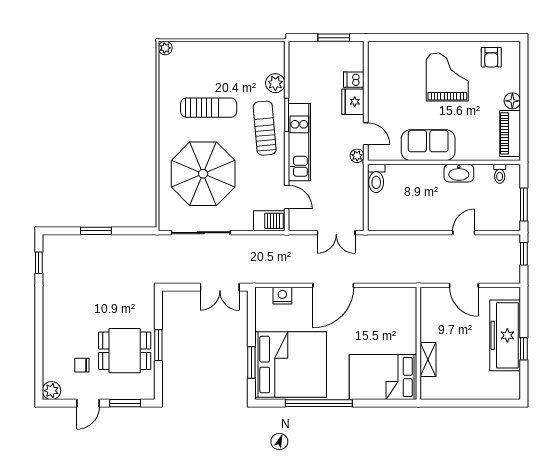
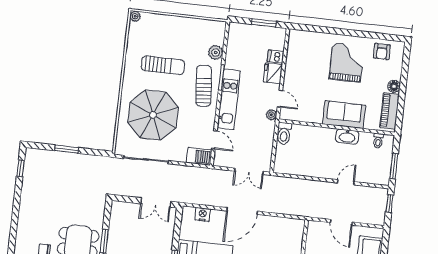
sofa: (428, 145) -> (344, 115), moved

